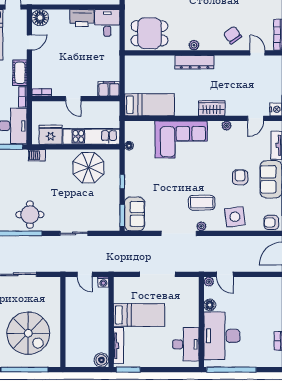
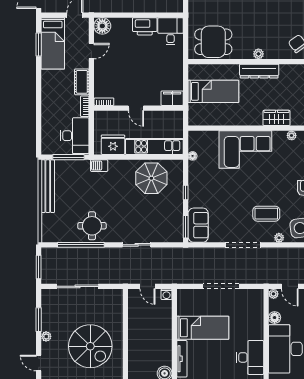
bed: (149, 105) -> (213, 91), moved
plant: (201, 226) -> (279, 238), moved

